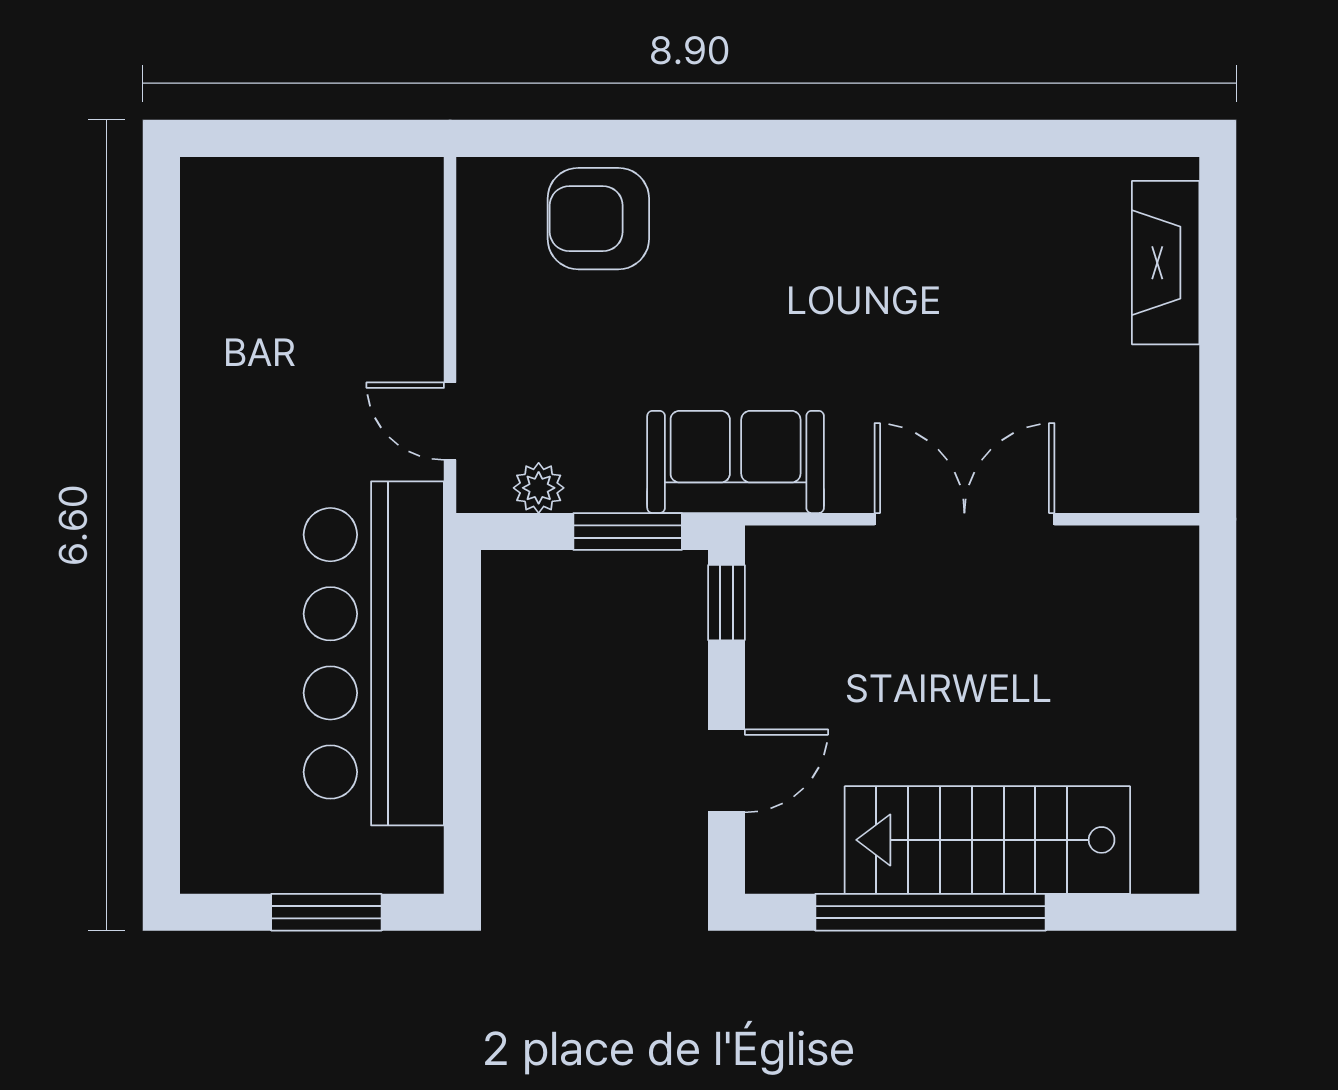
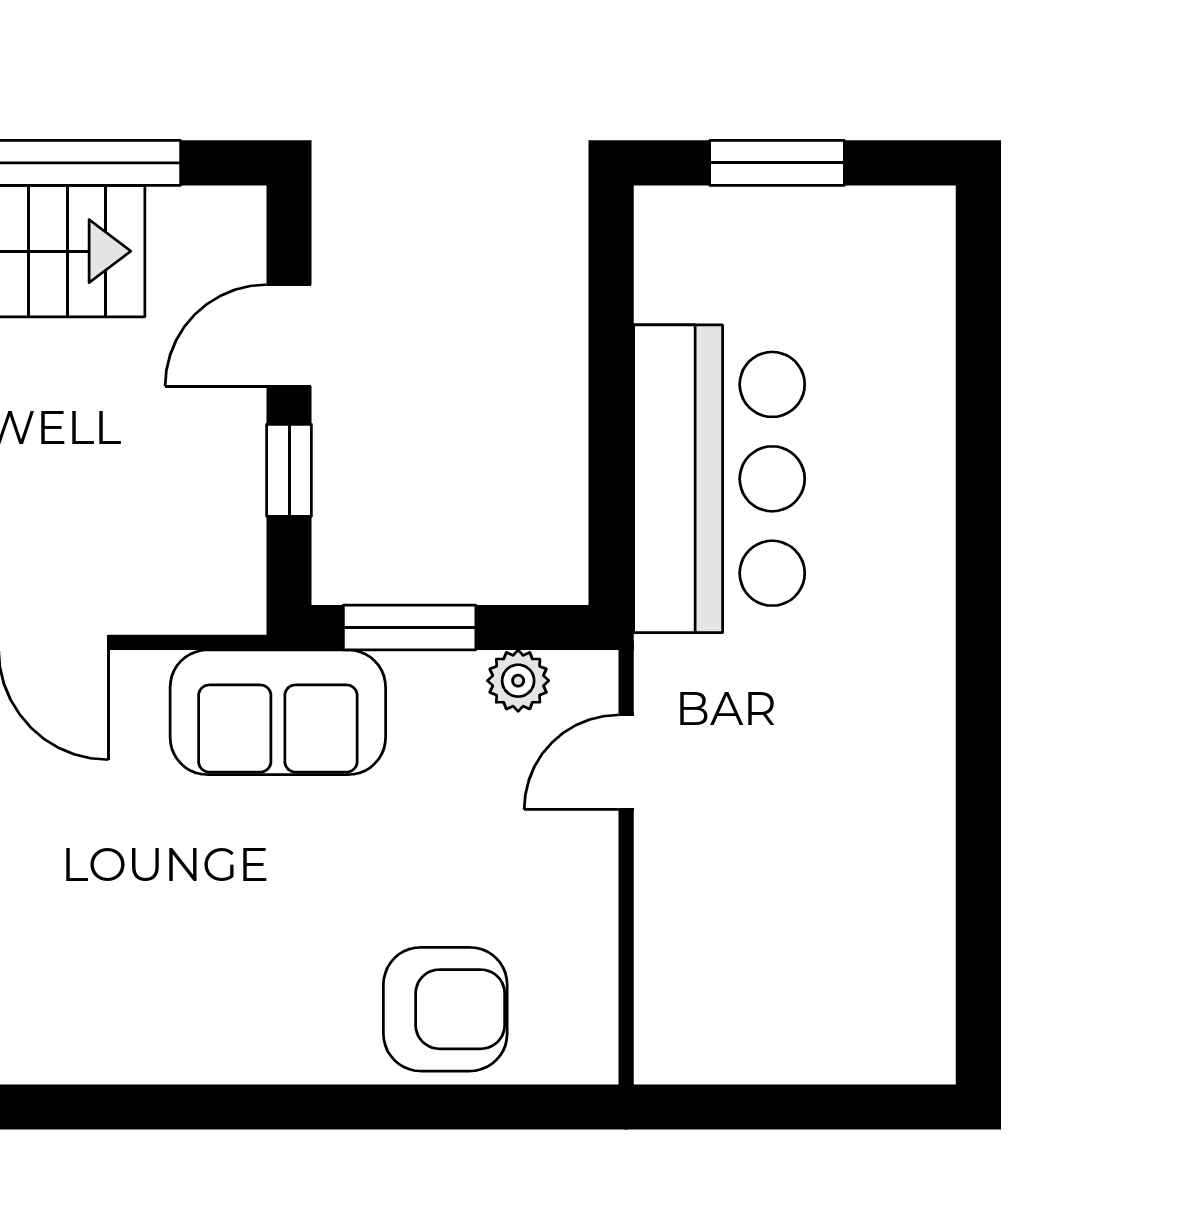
door: (450, 421) -> (626, 762), swing flipped
window: (726, 603) -> (289, 470), moved
bar counter: (374, 653) -> (719, 479), width x0.73

